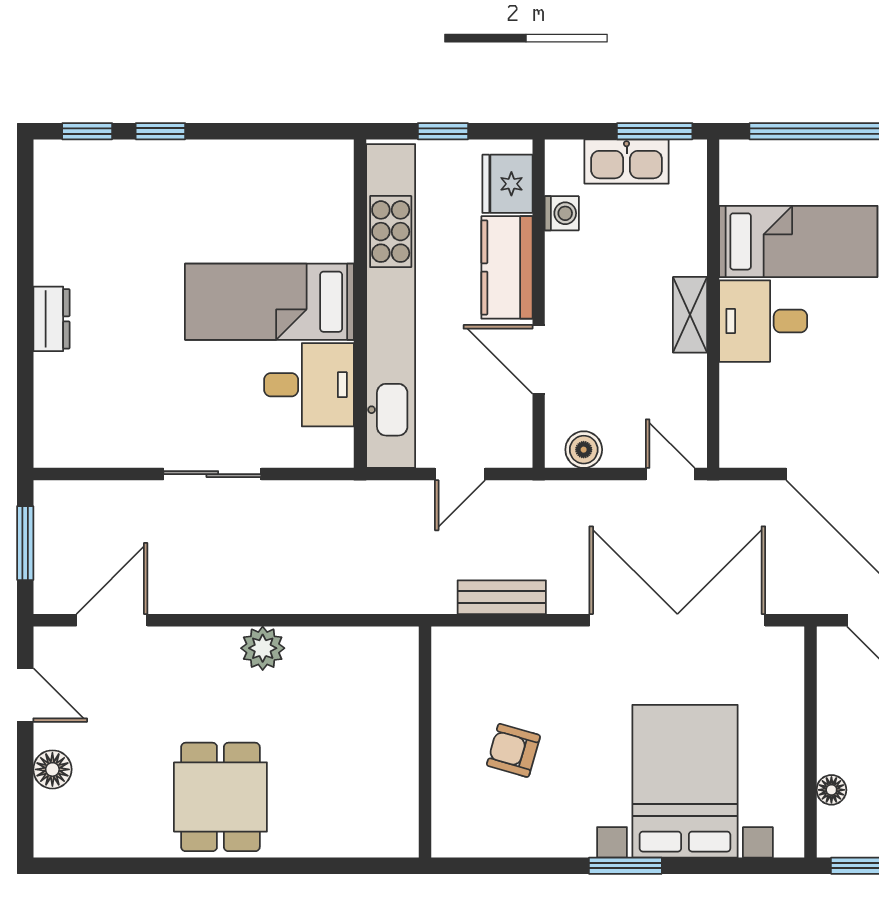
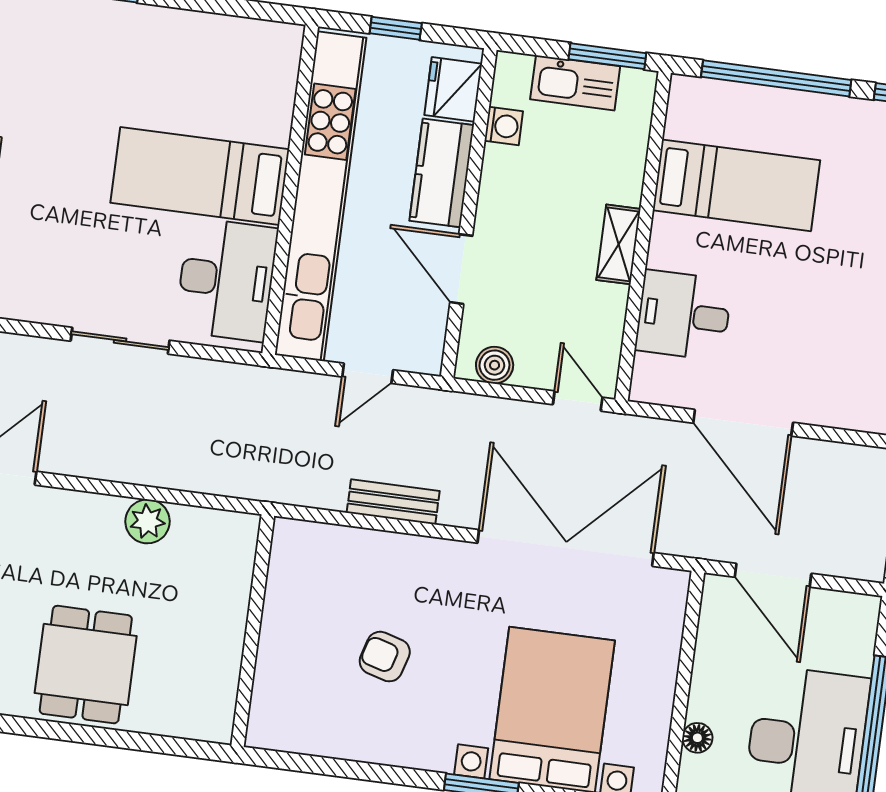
desk: (763, 321) -> (684, 315), moved
desk: (309, 385) -> (226, 280), width x1.37
wall: (425, 742) -> (253, 631), moved

